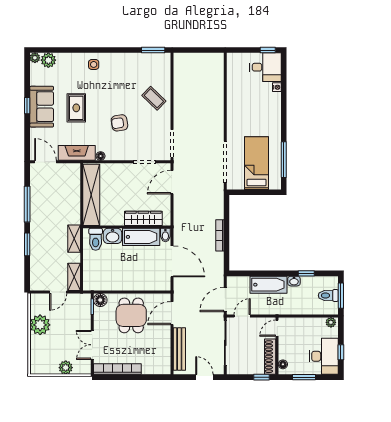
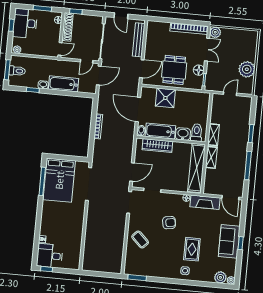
rug: (76, 108) -> (192, 249), moved
bed: (257, 163) -> (59, 180), width x1.50
shelving: (74, 277) -> (211, 157), moved
shower: (139, 279) -> (165, 98), added
floor lamp: (100, 300) -> (199, 70), moved
plant: (66, 368) -> (215, 32), moved

